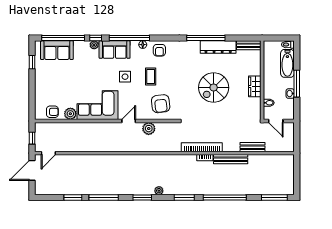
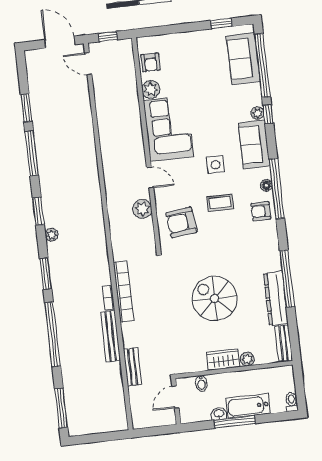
window: (129, 38) -> (277, 188), moved
bathtub: (287, 63) -> (248, 406), moved
plant: (256, 71) -> (247, 359), added

